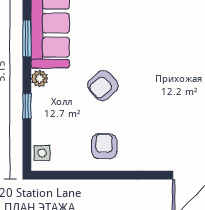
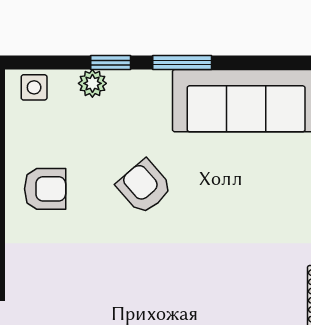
window: (27, 39) -> (182, 63), moved
plant: (40, 78) -> (92, 83), moved

